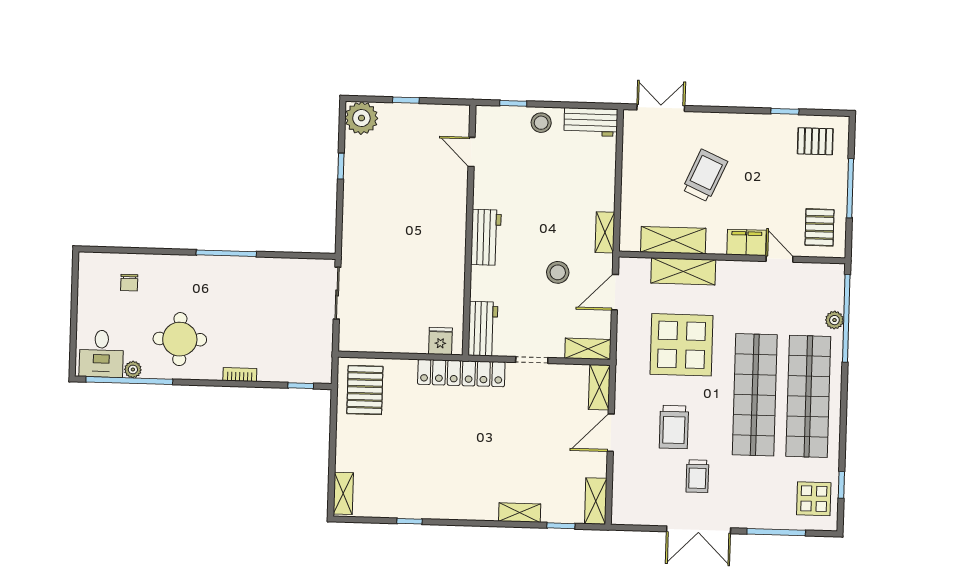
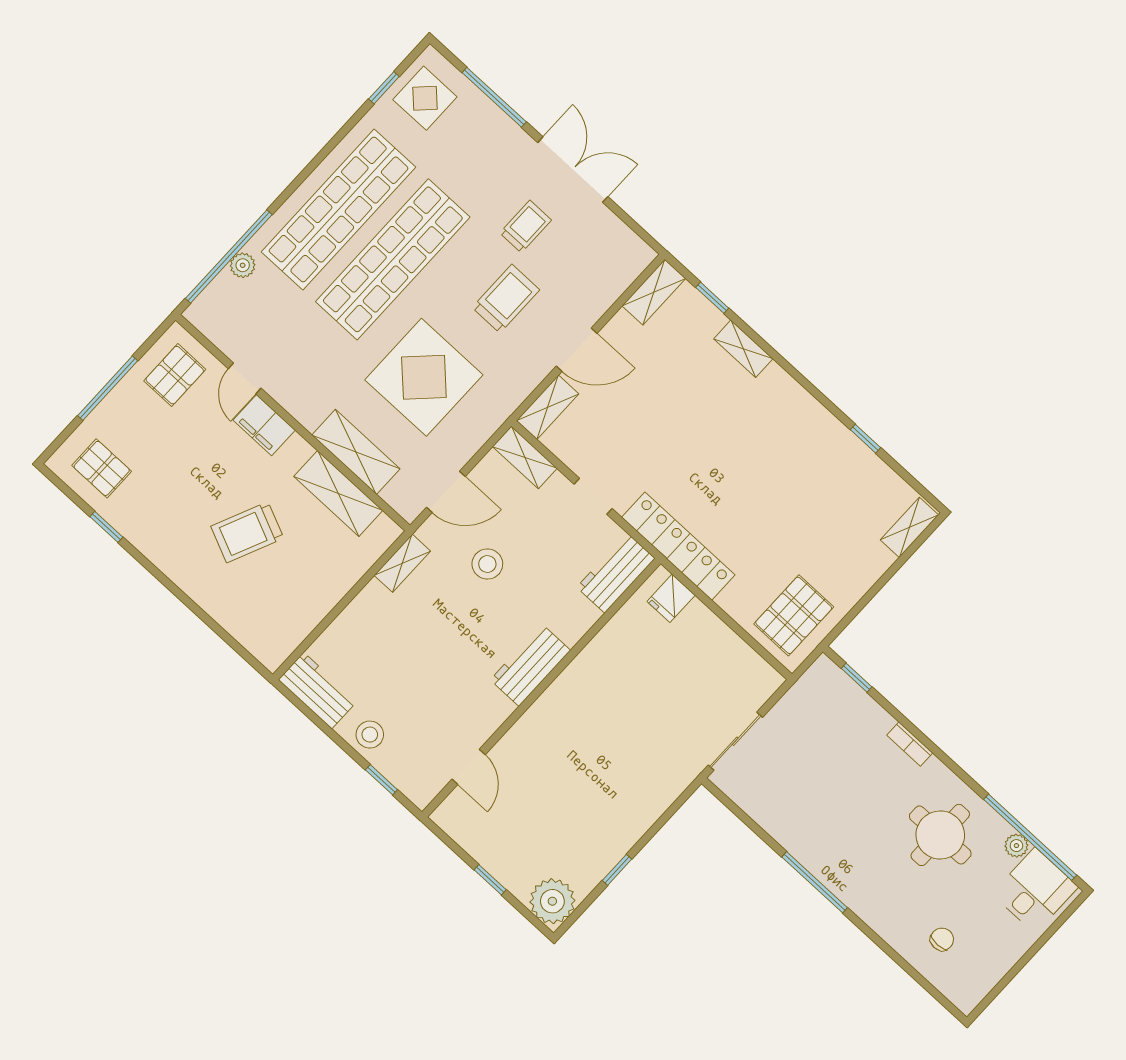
double door: (661, 108) -> (232, 642), removed

